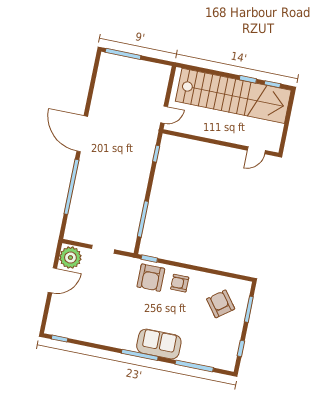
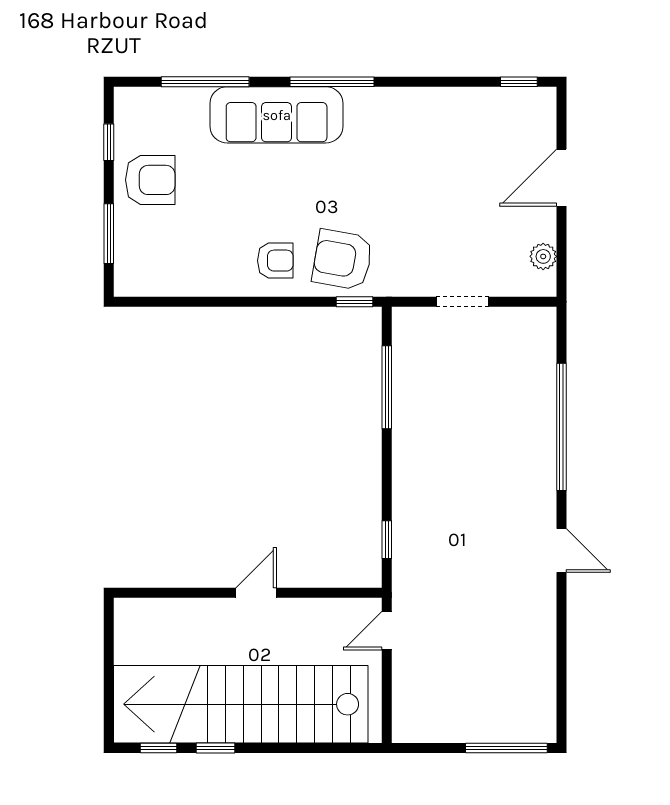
door: (82, 134) -> (561, 551), width x0.53
door: (256, 150) -> (256, 593), moved
plant: (70, 258) -> (543, 256), width x0.53, depth x0.53
armchair: (151, 278) -> (342, 260), turned -80
door: (52, 280) -> (561, 178), moved
armchair: (221, 304) -> (150, 180), moved, turned -53
sofa: (159, 344) -> (277, 115), width x1.36

